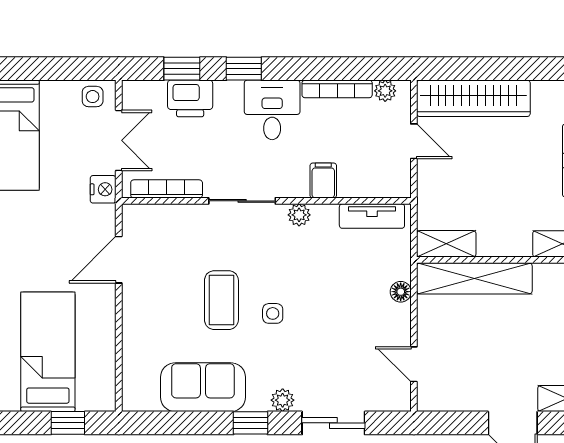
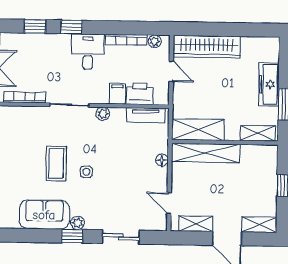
printer: (190, 98) -> (140, 94), moved, turned 180
shelving: (446, 244) -> (198, 130), width x1.50, depth x1.33
shelving: (459, 399) -> (196, 224), added
plant: (283, 400) -> (77, 223), moved

